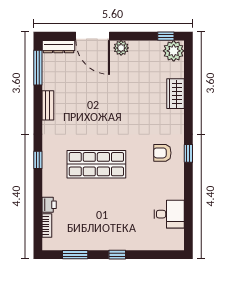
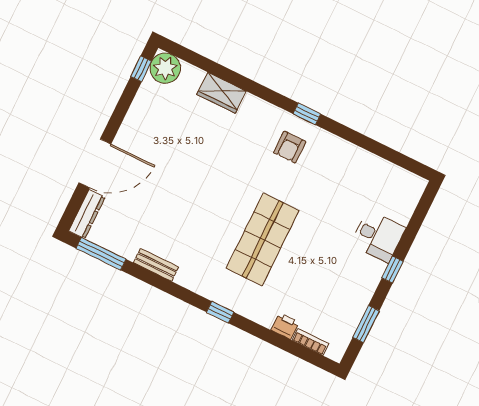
plant: (121, 48) -> (128, 134), removed
desk: (169, 214) -> (378, 236), moved, turned 90

